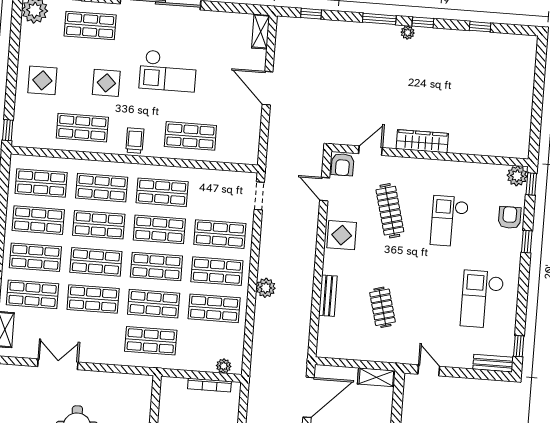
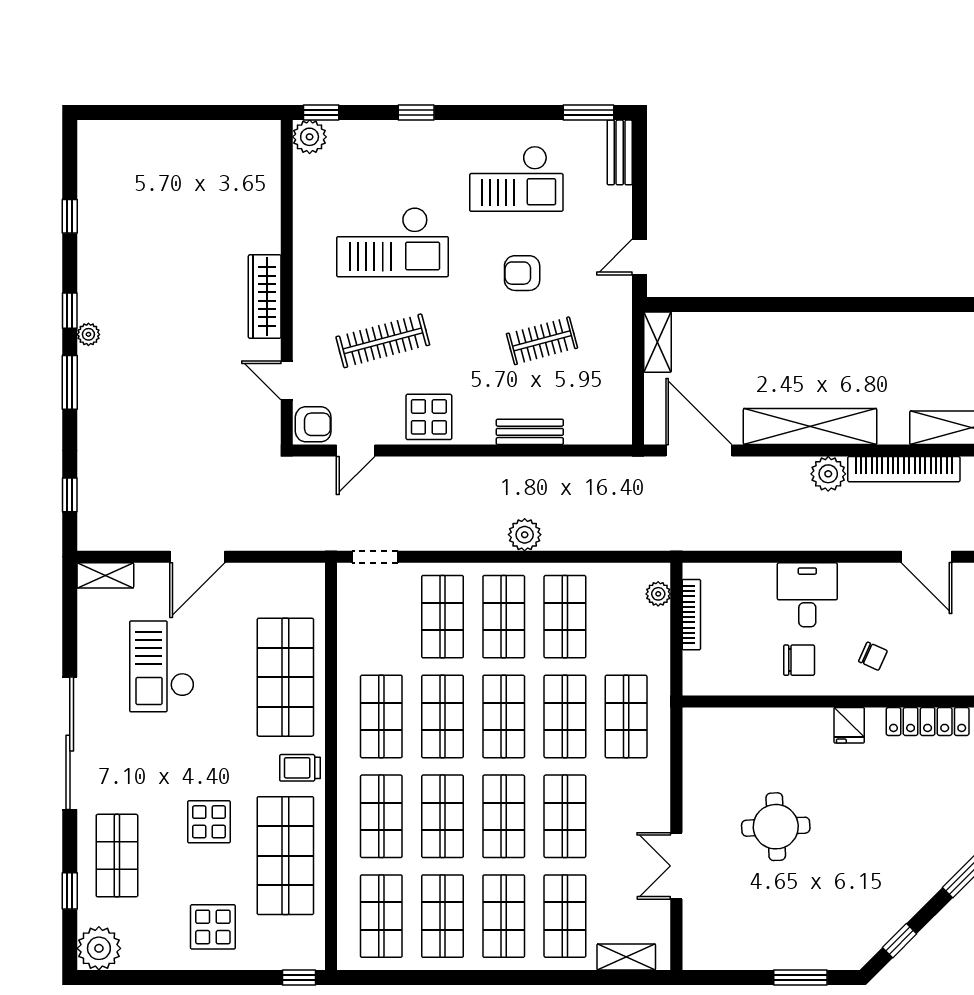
checkout: (168, 71) -> (162, 666), moved, turned 180
shop shelf: (82, 128) -> (285, 856), width x1.43, depth x1.36
shop shelf: (190, 136) -> (285, 677), width x1.43, depth x1.36
armchair: (510, 218) -> (522, 273), moved
checkout: (449, 221) -> (393, 242), width x1.36, depth x1.21
window: (519, 346) -> (588, 113), width x1.50

